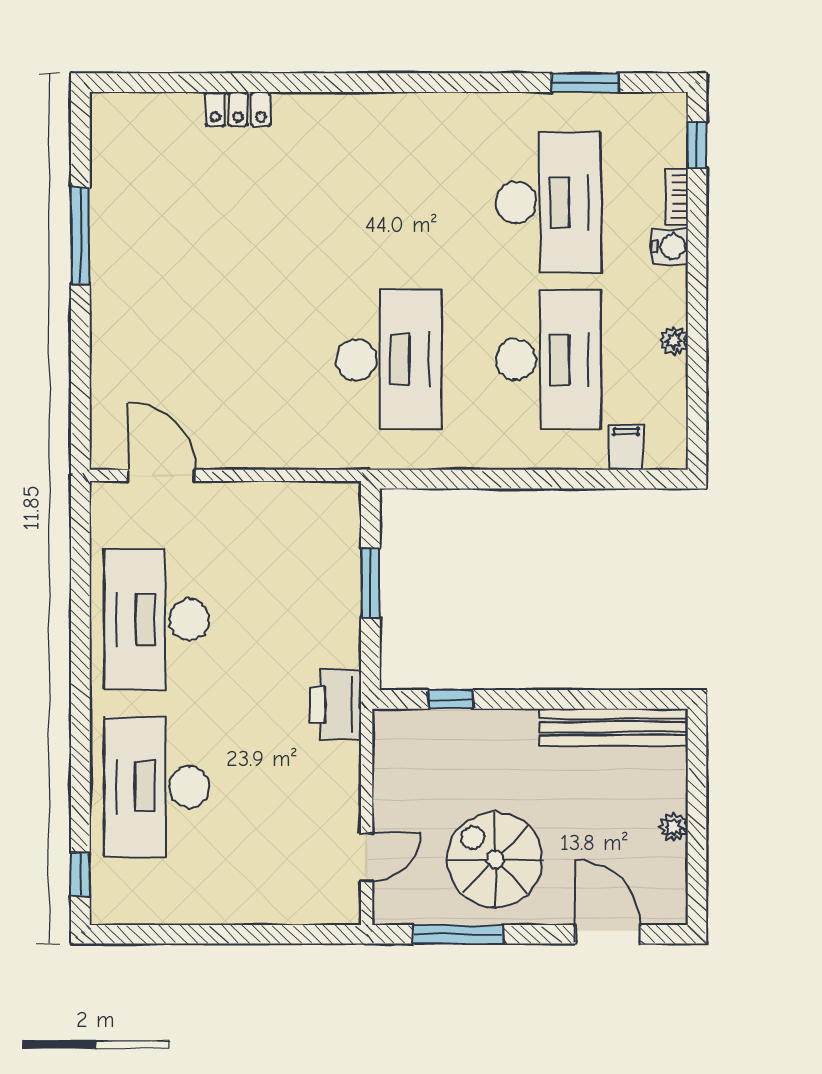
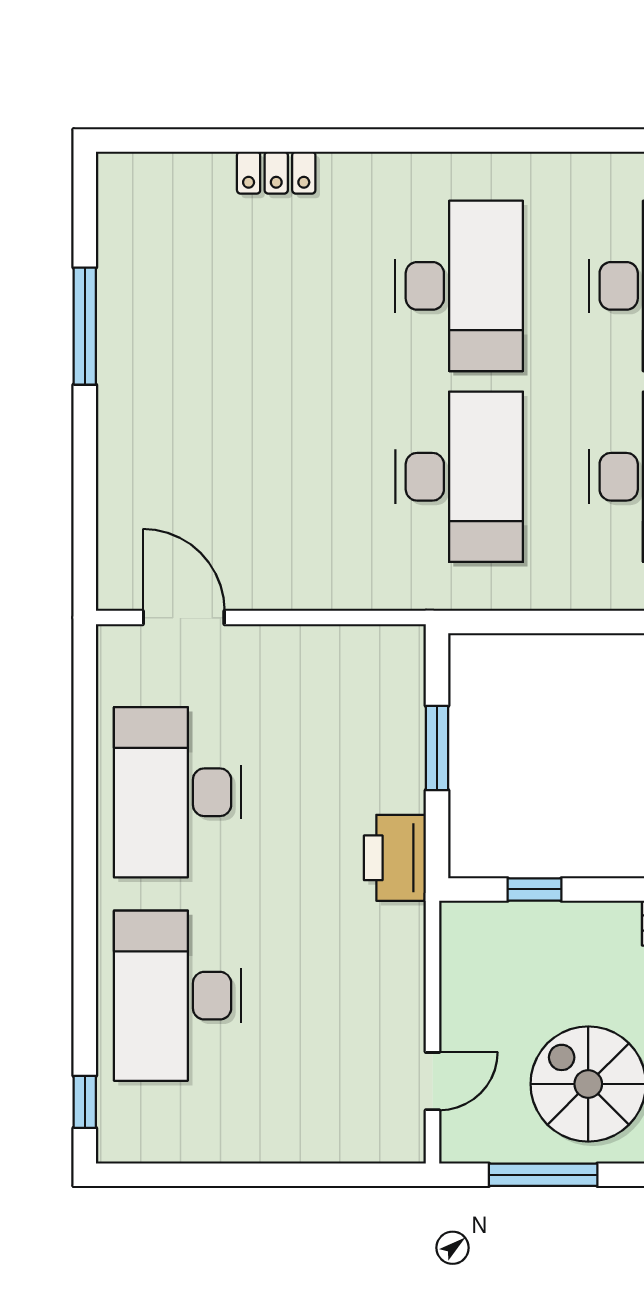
desk: (389, 202) -> (459, 286), added
printer: (336, 704) -> (395, 858), moved

